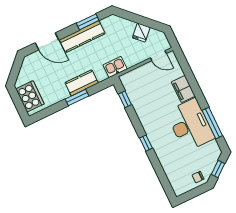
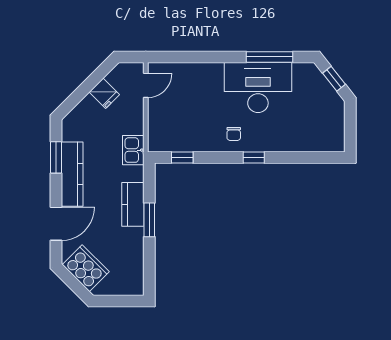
filing cabinet: (183, 89) -> (206, 74), removed
cooker: (30, 96) -> (86, 268), moved, turned 45
chair: (198, 177) -> (234, 134), moved

